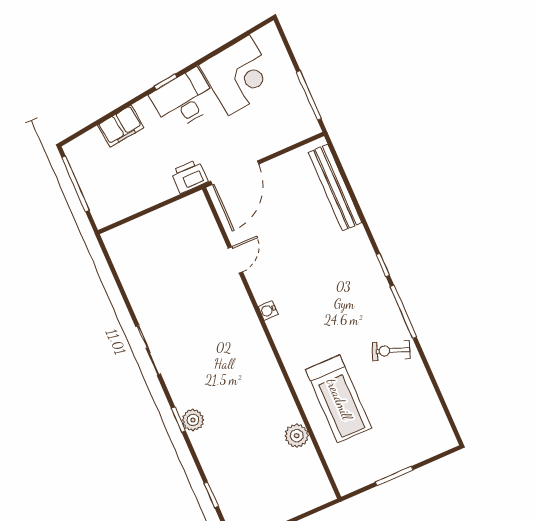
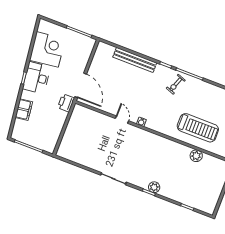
bench: (335, 188) -> (135, 60), moved
door: (235, 260) -> (122, 120), moved
exercise bike: (391, 351) -> (176, 84), moved

